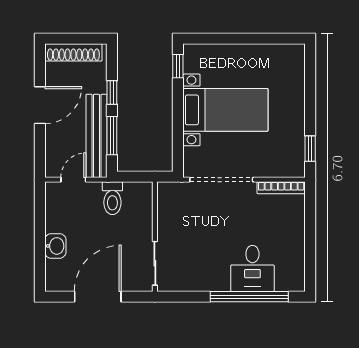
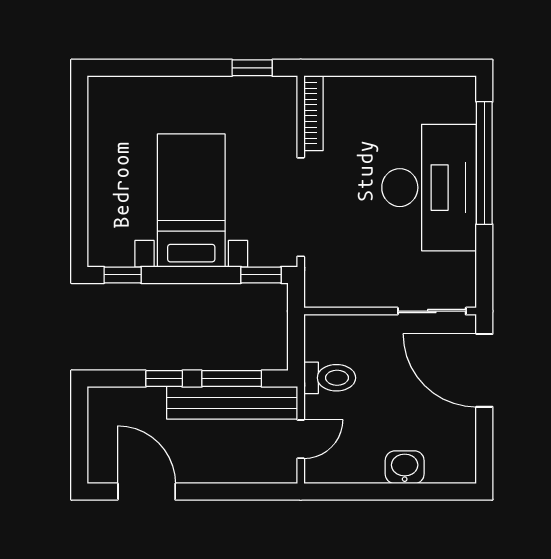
shoe rack: (73, 52) -> (101, 439), removed
door: (40, 105) -> (147, 492), moved
window: (178, 154) -> (261, 275), added
door: (73, 180) -> (301, 439), swing flipped
desk: (252, 268) -> (429, 188), width x1.87, depth x1.30
door: (98, 297) -> (484, 370), moved

